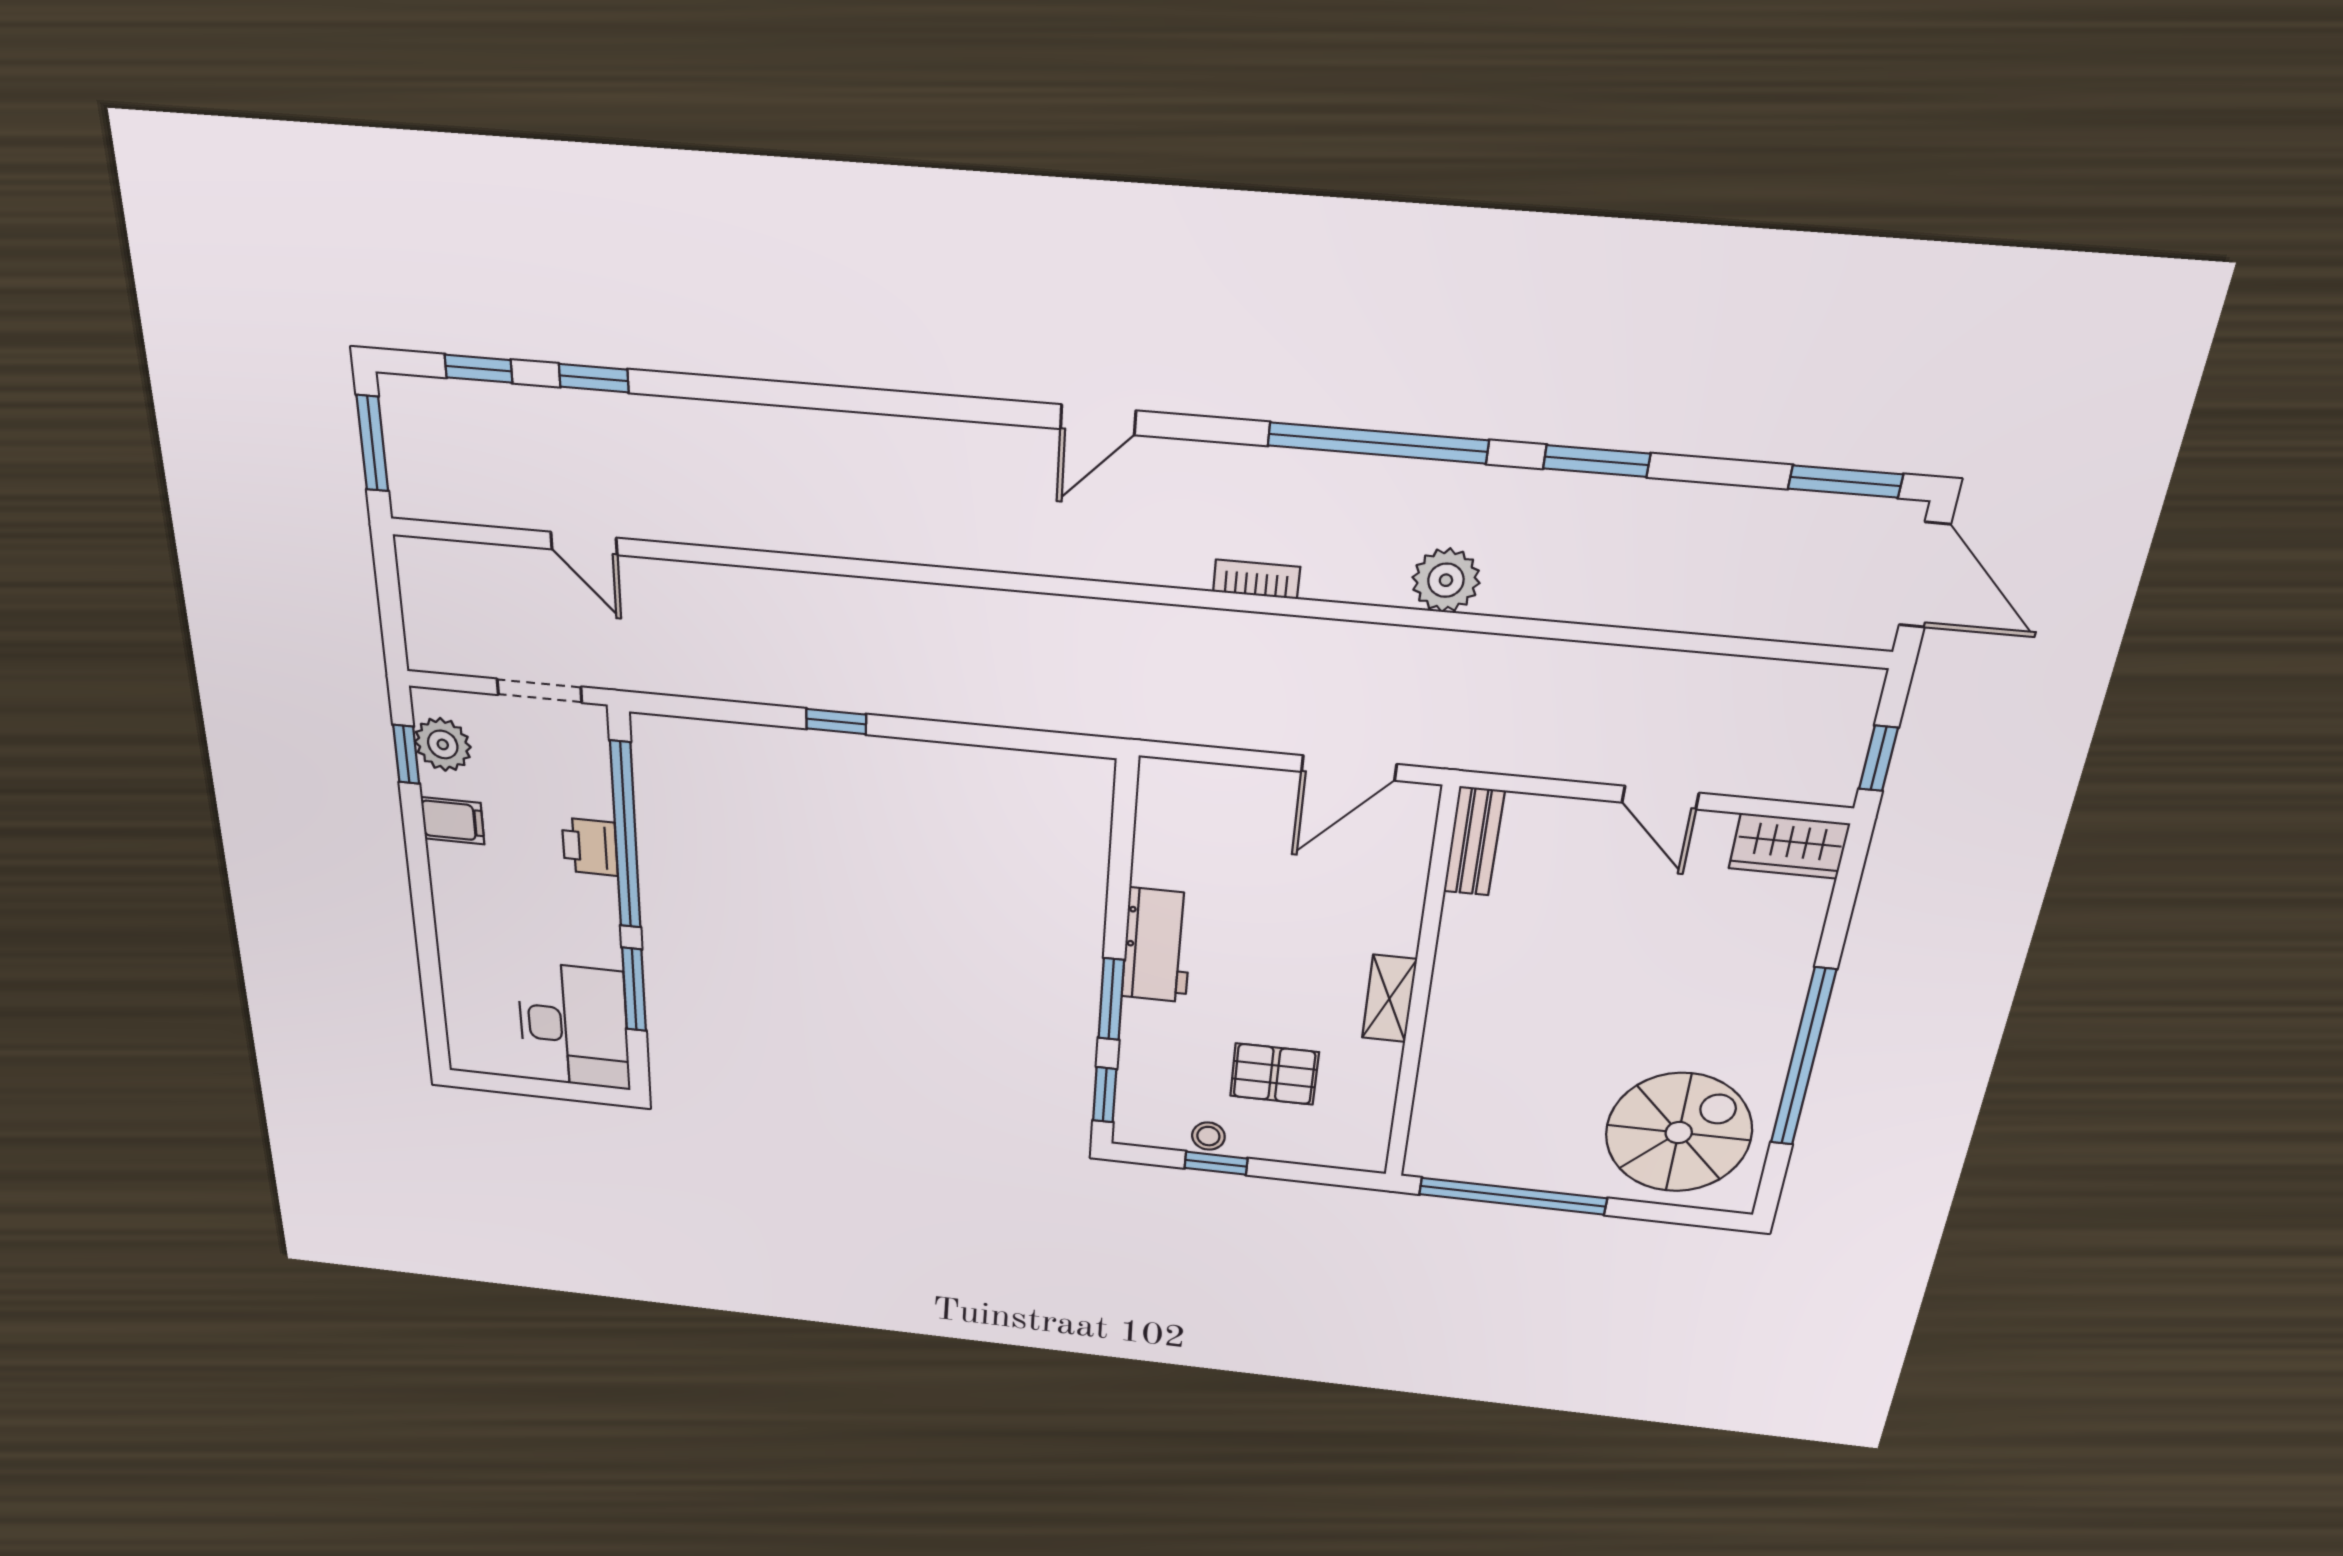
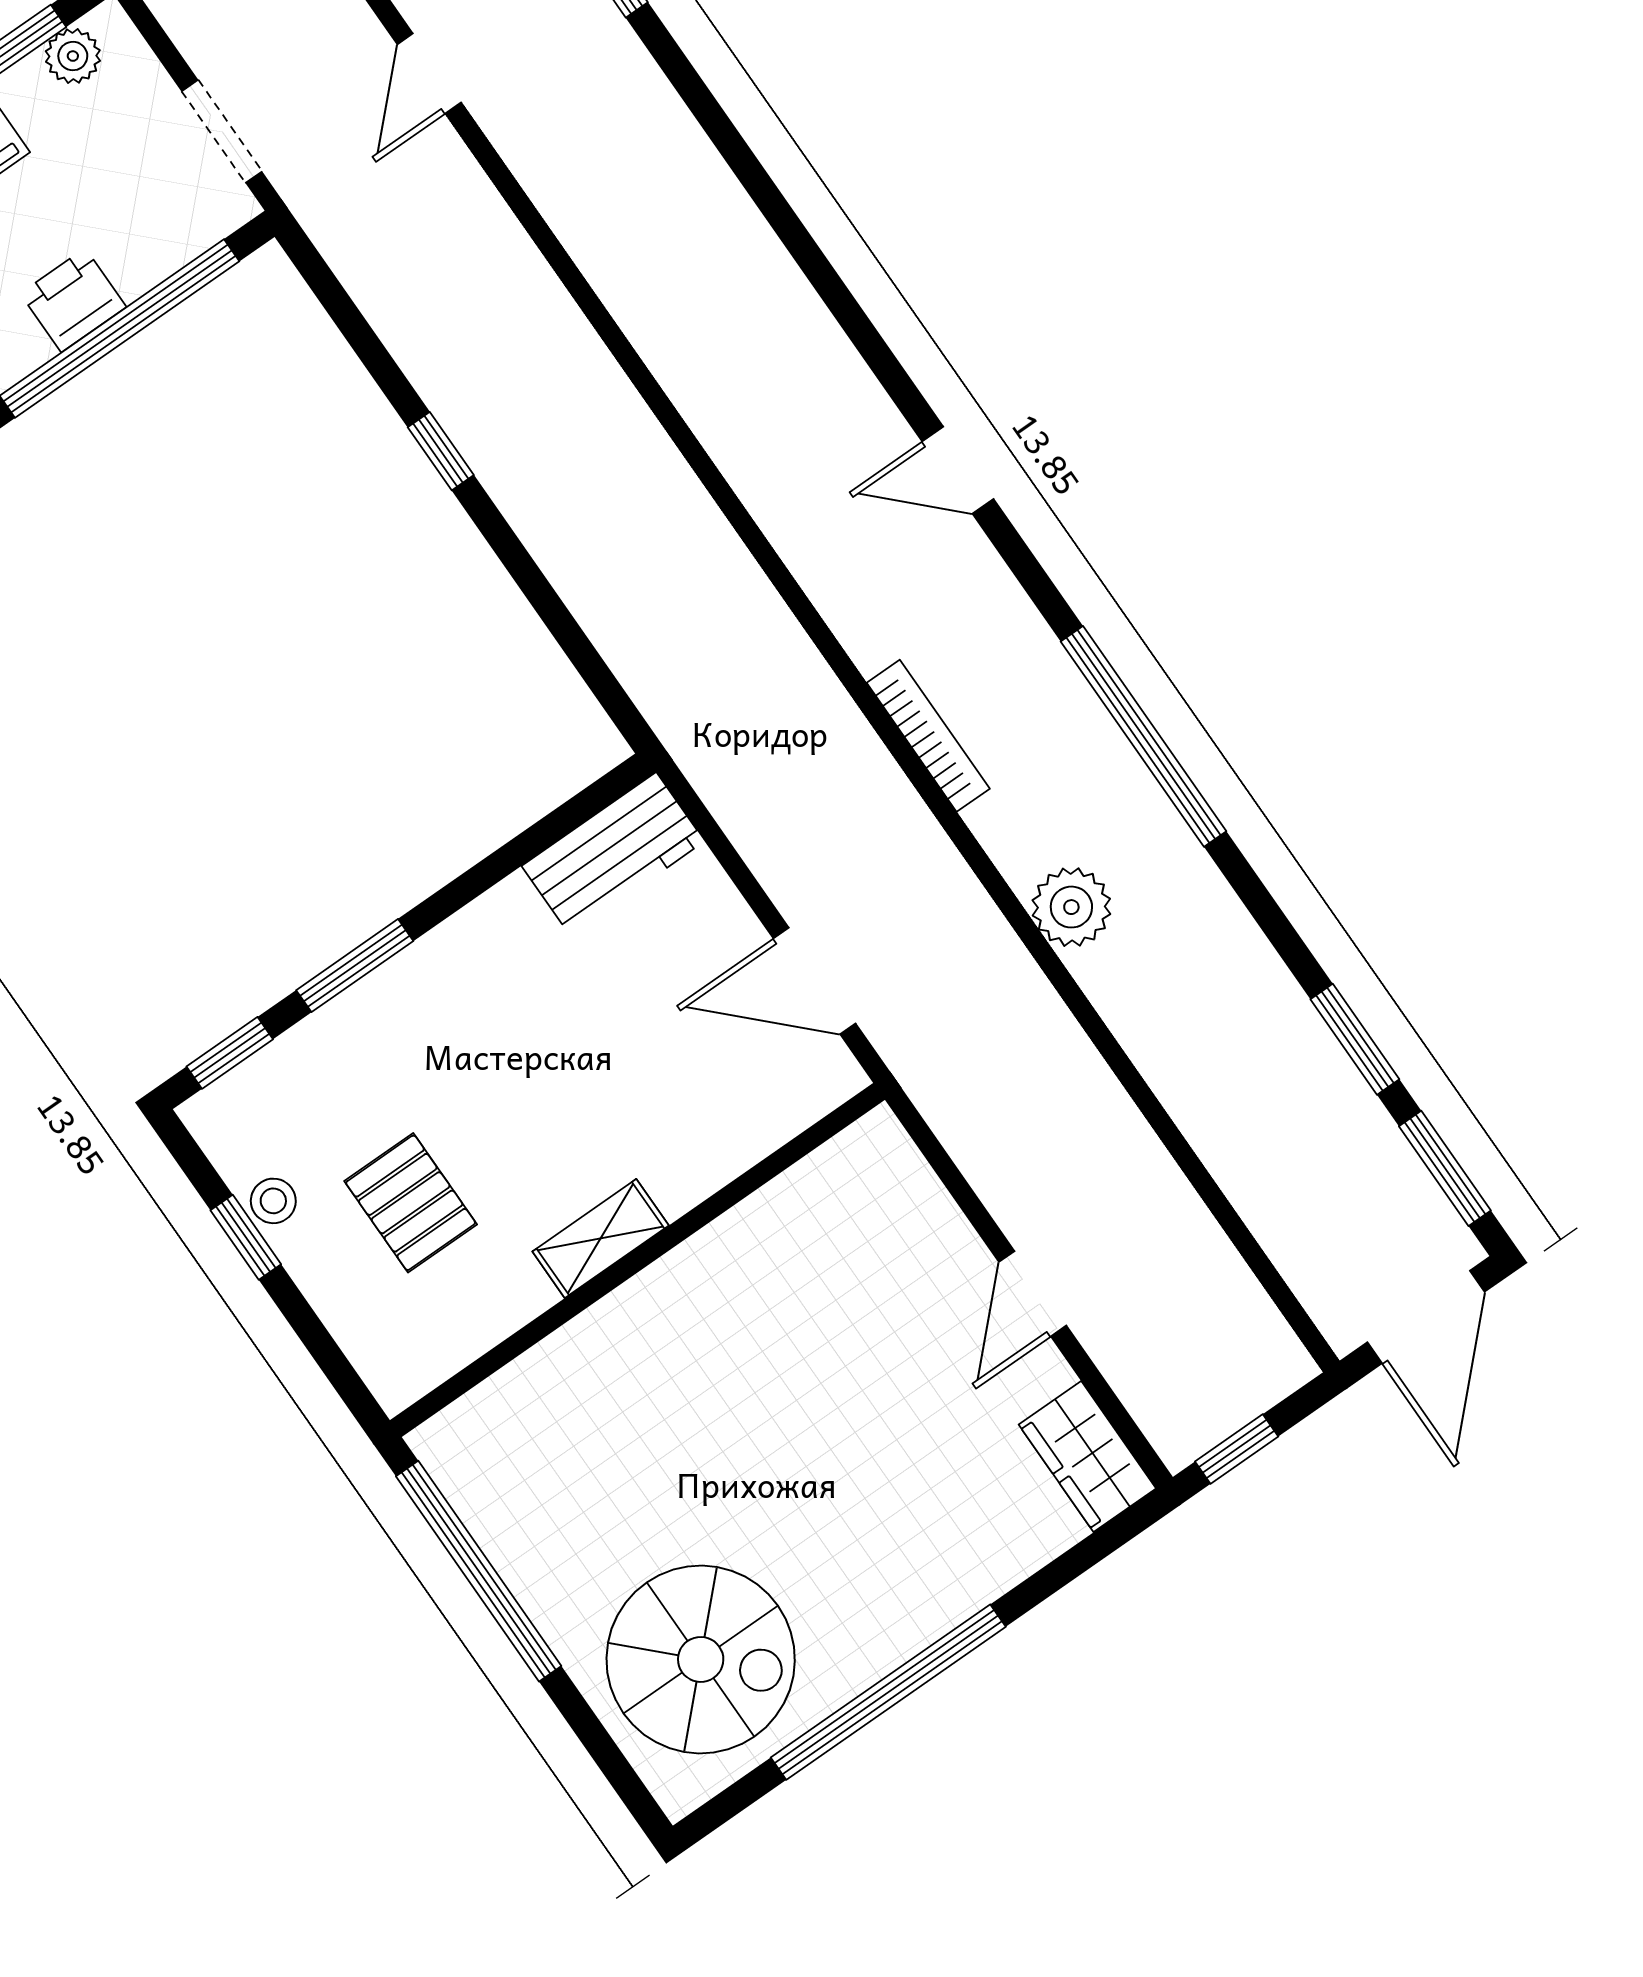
window: (1597, 461) -> (1355, 1039), moved
bookcase: (1256, 579) -> (928, 736), width x1.56
plant: (443, 744) -> (73, 56), width x0.73, depth x0.73
bench: (1474, 841) -> (841, 1165), removed
workbench: (1158, 945) -> (613, 854), moved

